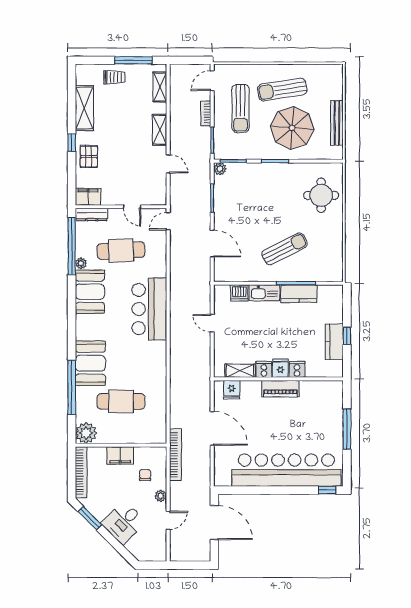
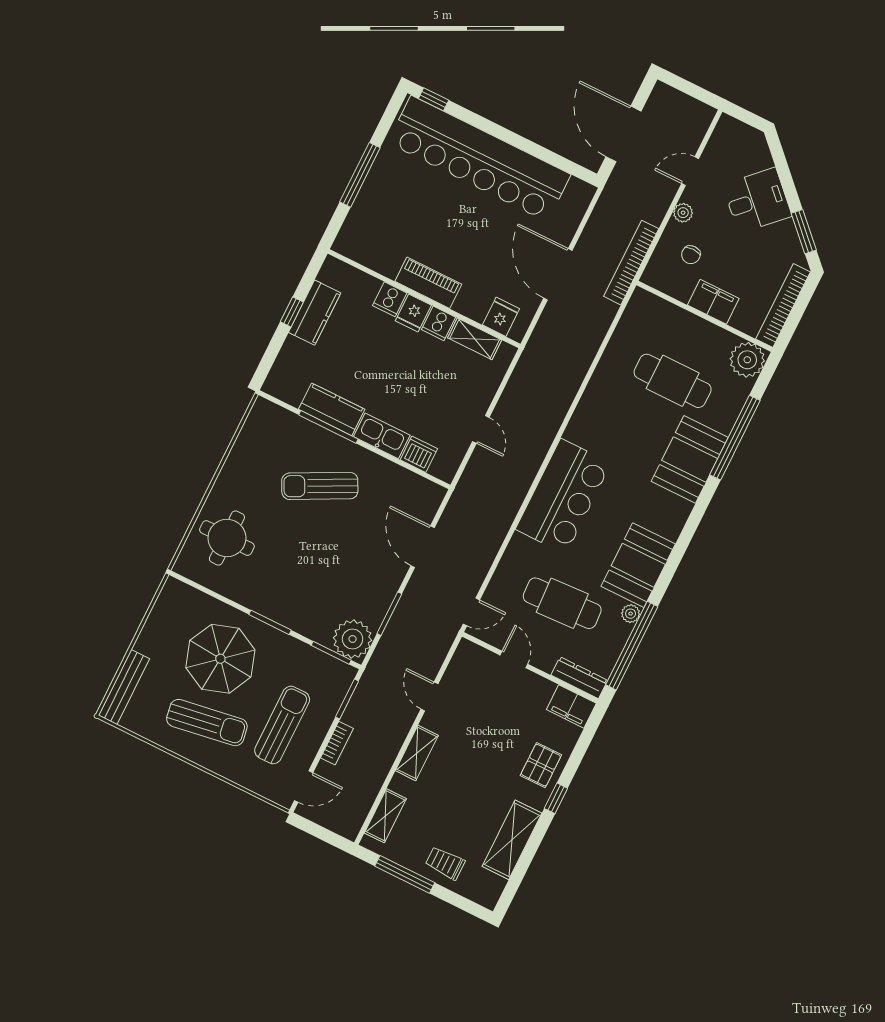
bench: (337, 123) -> (124, 687), moved
plant: (220, 169) -> (353, 639), width x1.87, depth x1.87

